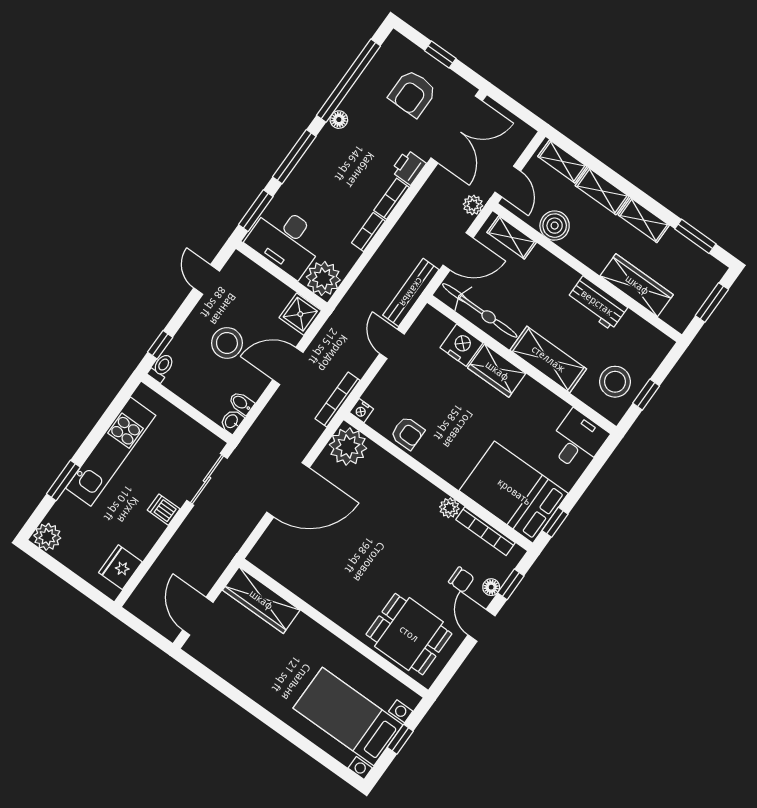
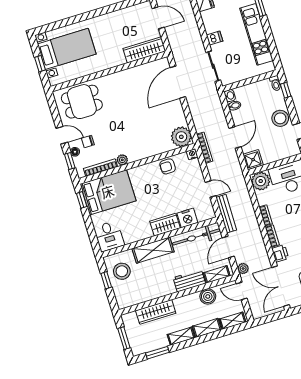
workbench: (597, 303) -> (189, 281), moved
stool: (227, 343) -> (280, 118), moved
door: (288, 490) -> (178, 82), moved

